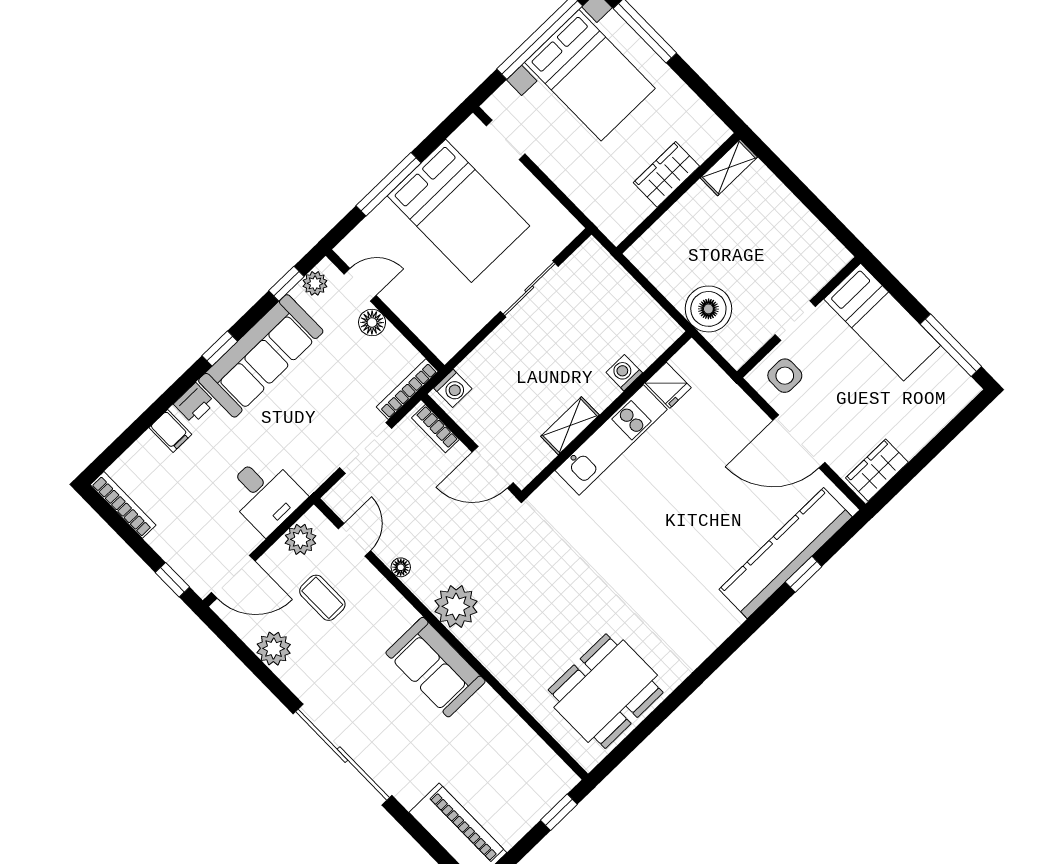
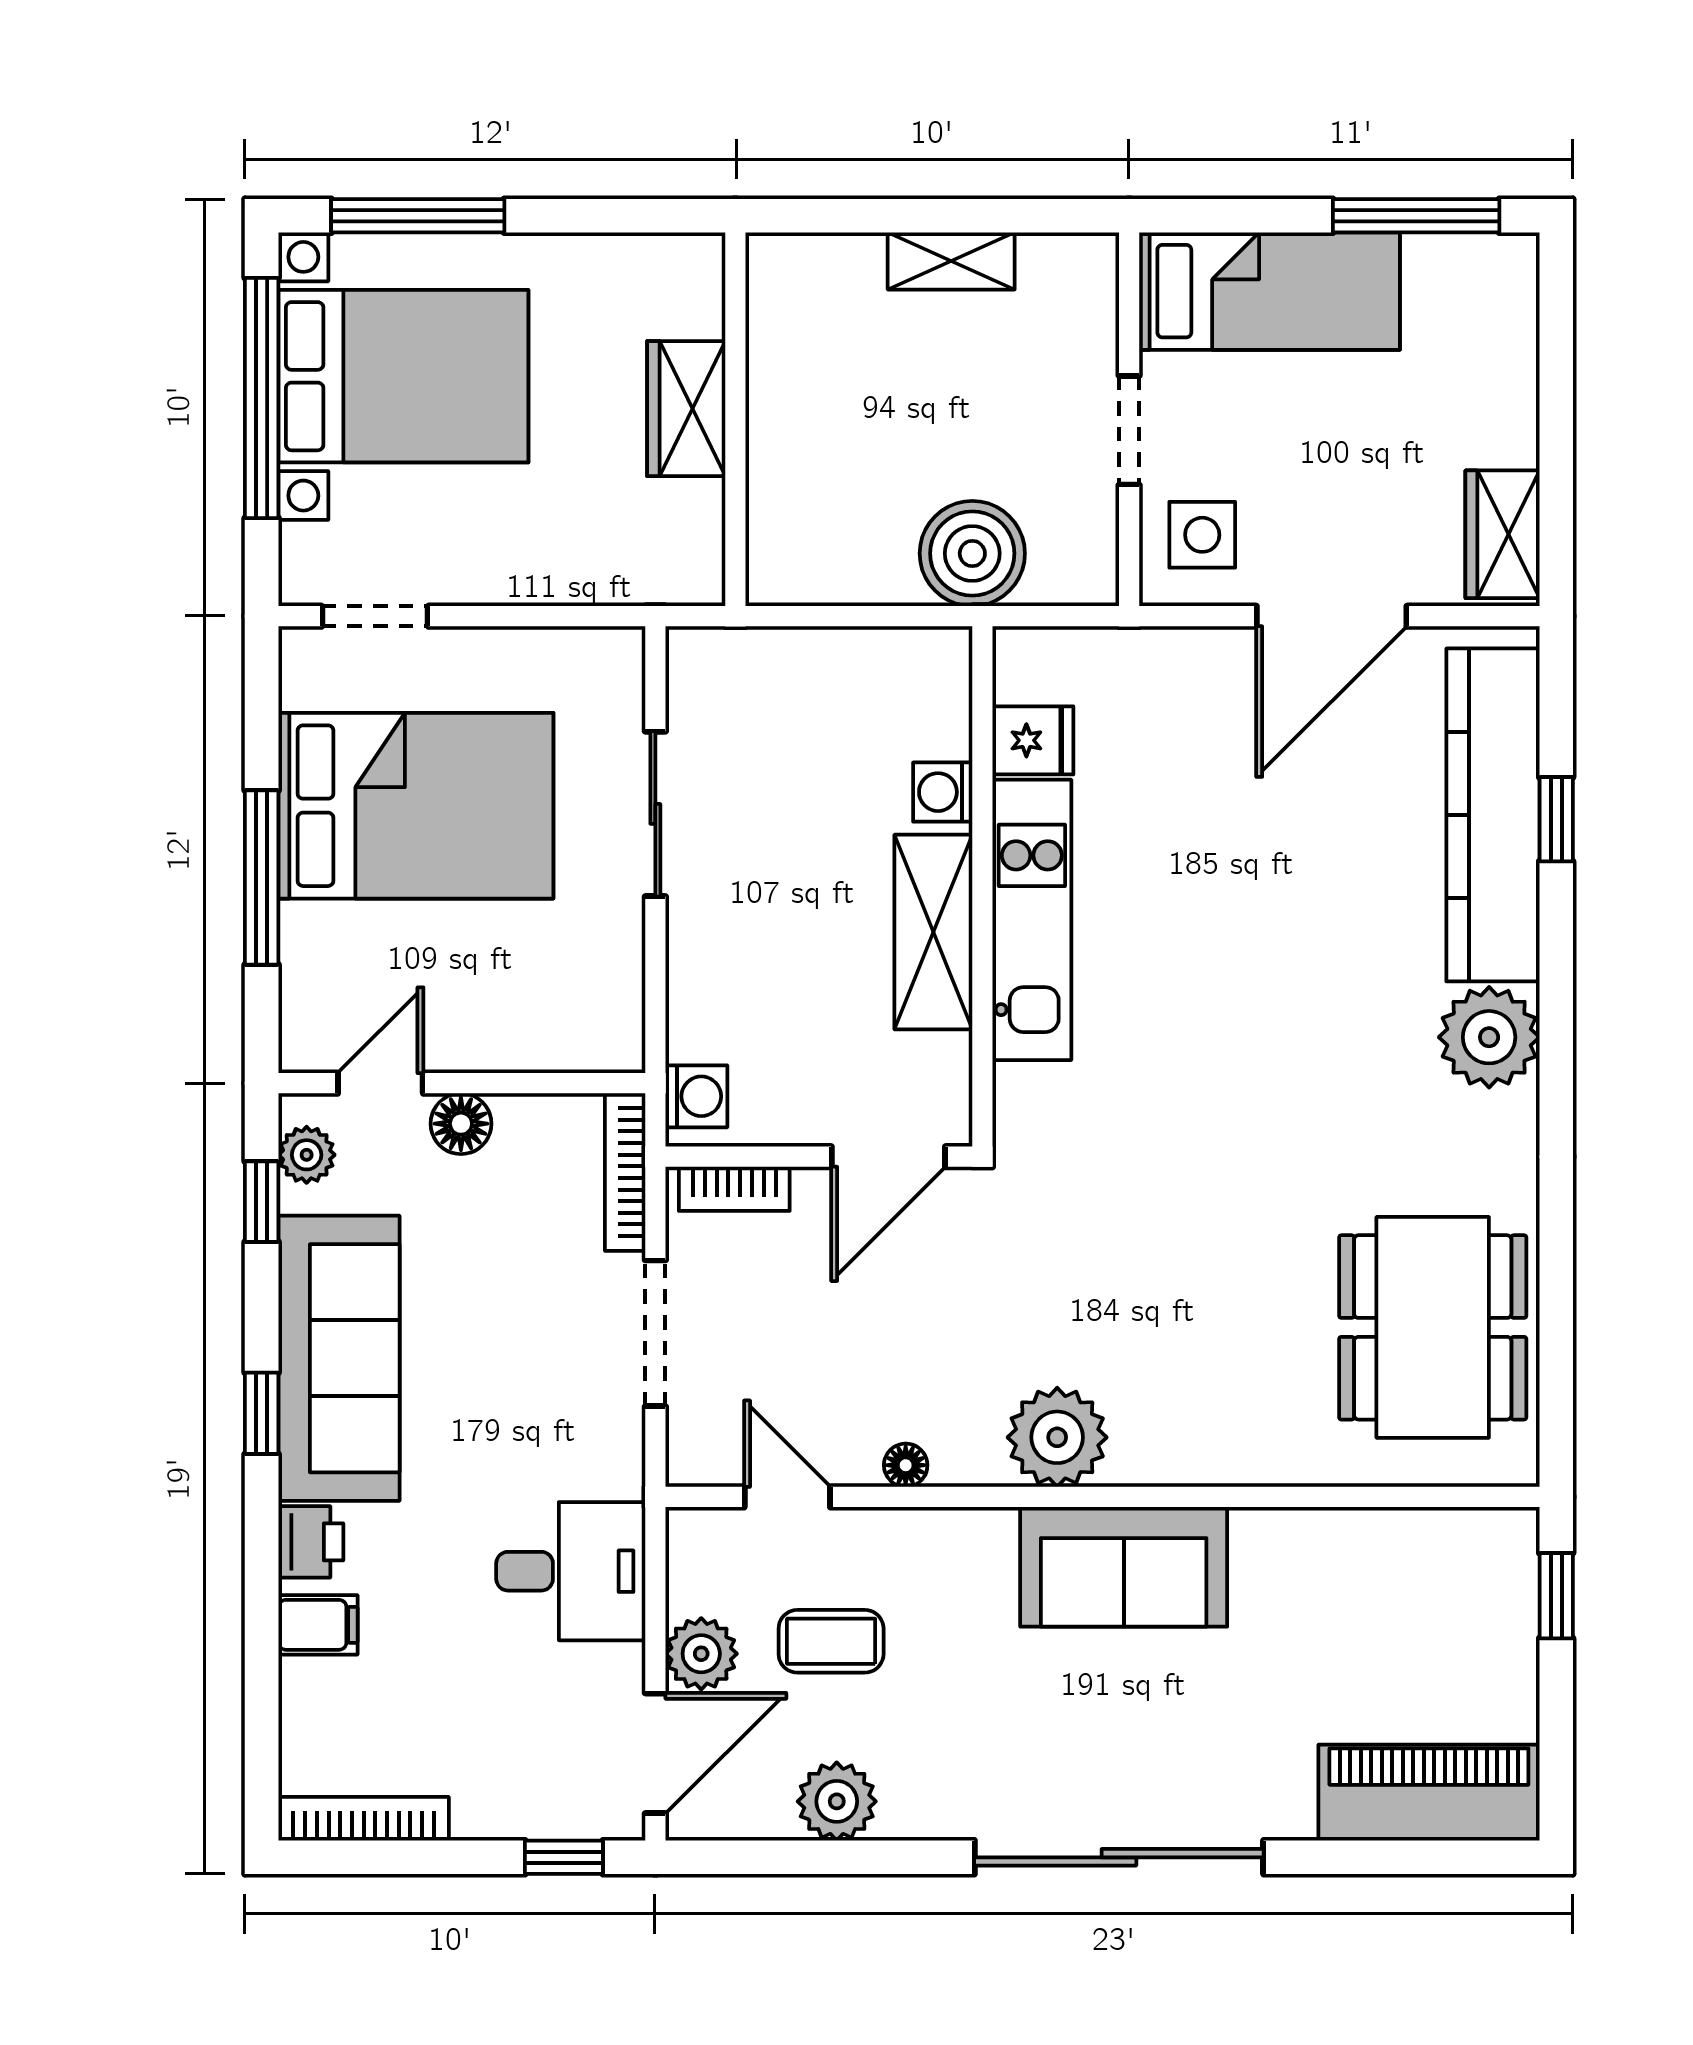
shelving: (729, 168) -> (951, 261), moved, turned 90
shelving: (570, 426) -> (933, 932), width x1.50, depth x1.33
plant: (301, 539) -> (701, 1654), moved
plant: (714, 620) -> (1489, 1037), added

